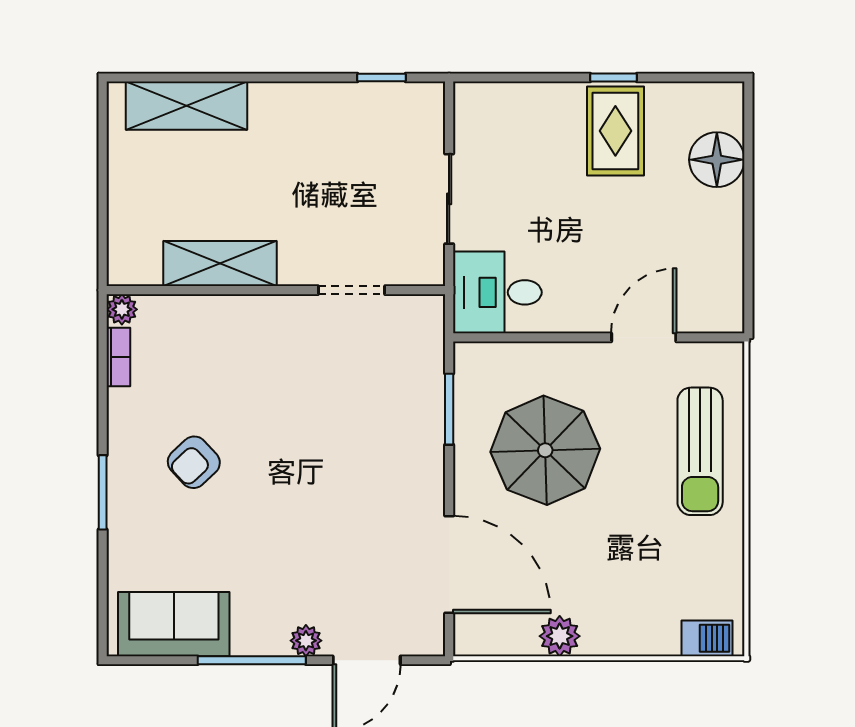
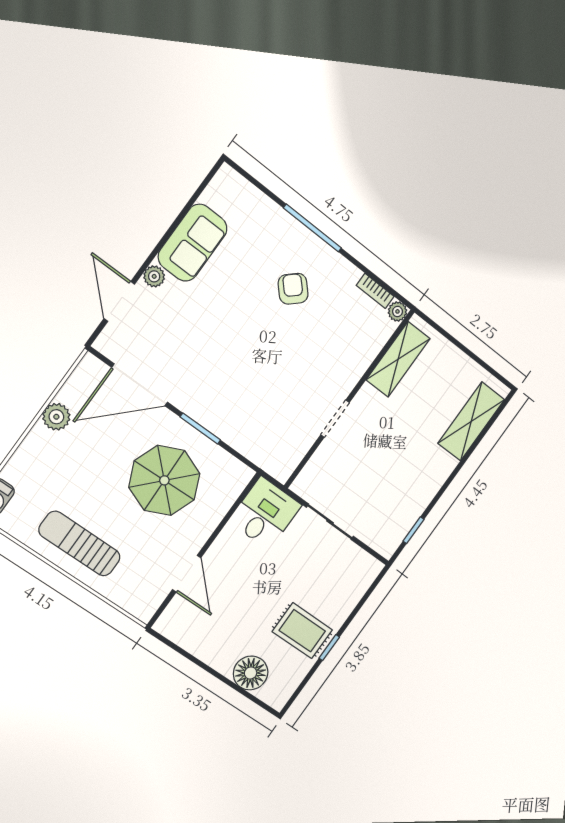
shelving: (220, 264) -> (398, 359), moved
doorway: (351, 290) -> (335, 419), moved
window: (449, 409) -> (200, 429), moved
sun lounger: (700, 451) -> (80, 544), moved
window: (103, 492) -> (313, 228), width x1.44
sofa: (174, 624) -> (193, 243), moved
window: (252, 660) -> (165, 239), removed

